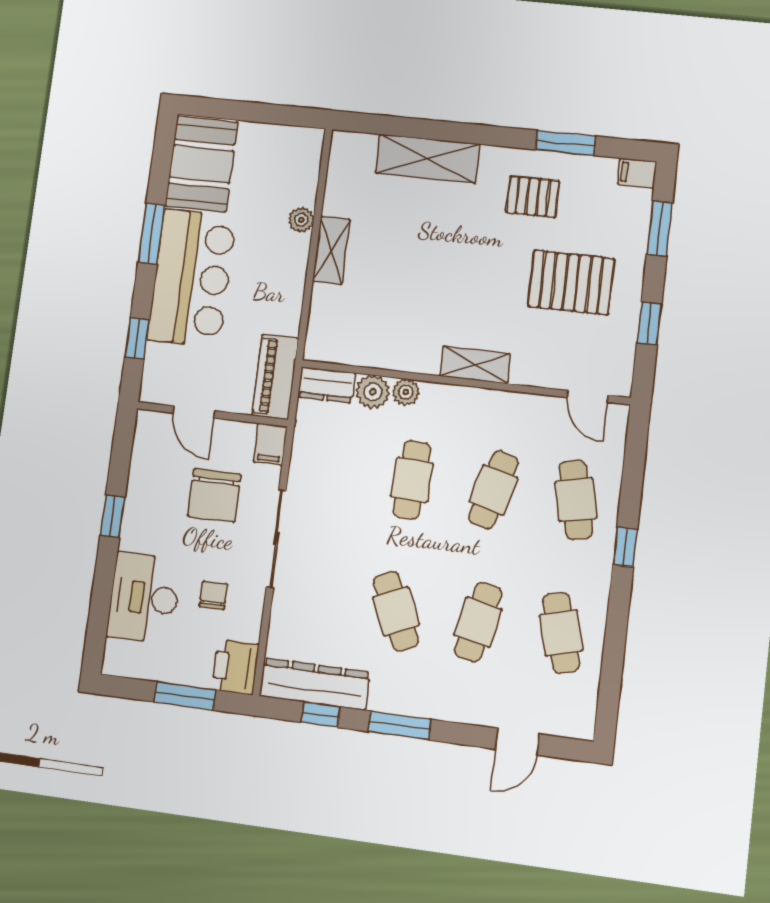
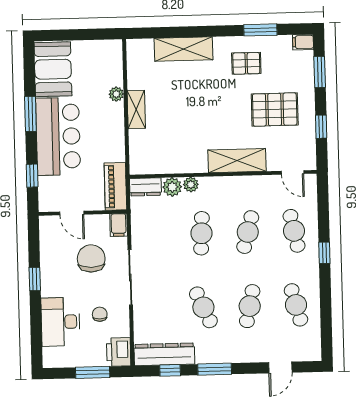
shelving: (475, 365) -> (237, 161), width x1.50, depth x1.33
chair: (214, 495) -> (91, 258), turned 180

